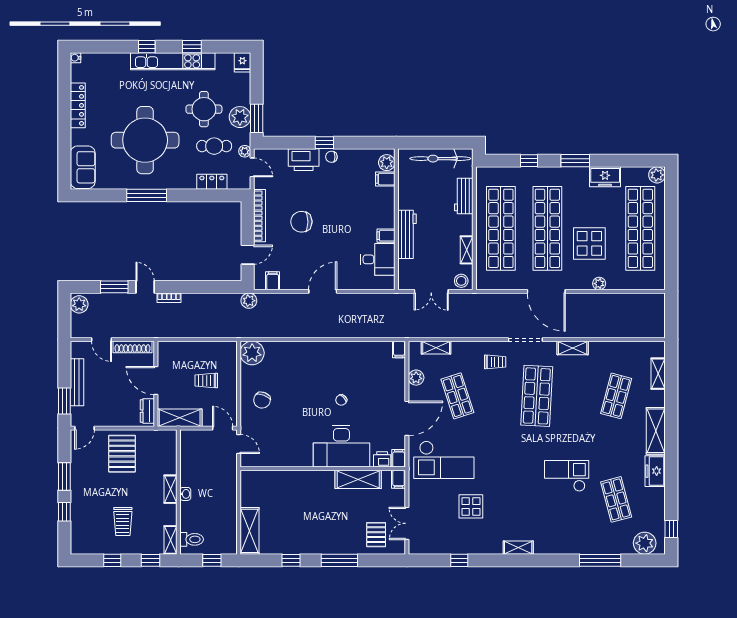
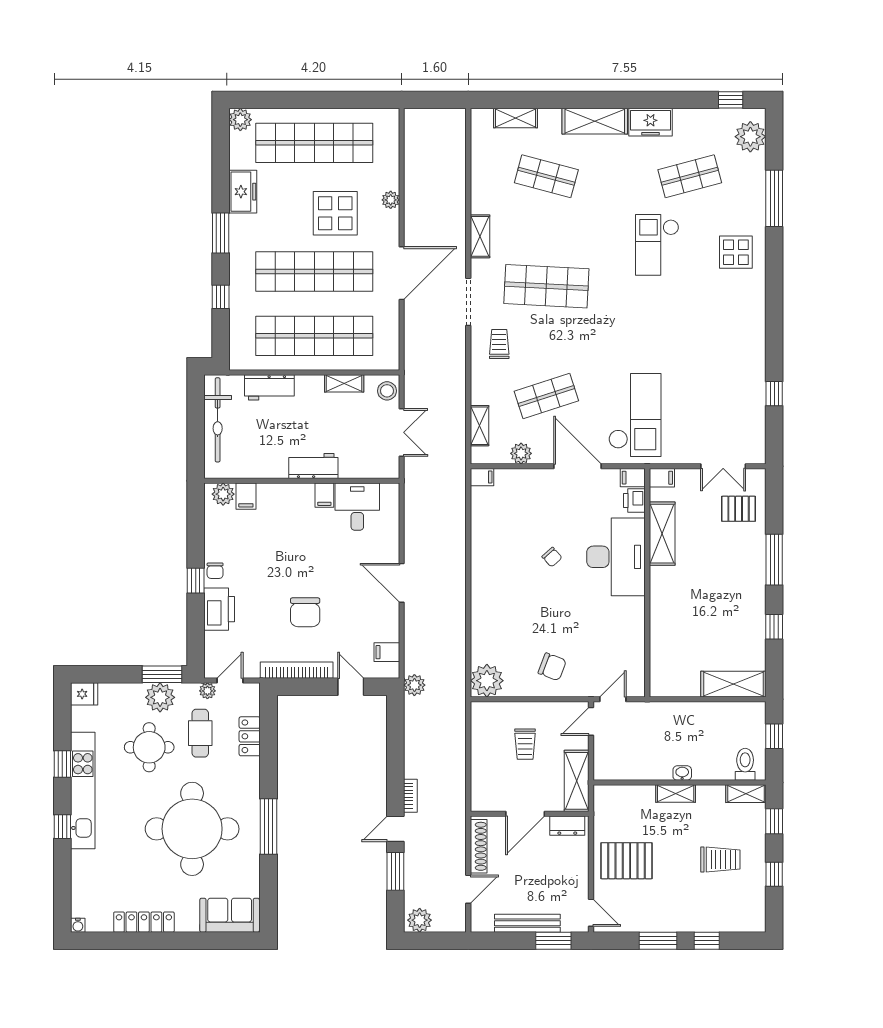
workbench: (407, 234) -> (313, 466), width x0.73
display table: (471, 506) -> (736, 252), moved
shelving: (518, 548) -> (757, 312), removed

